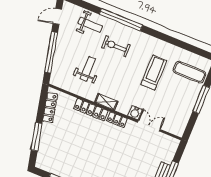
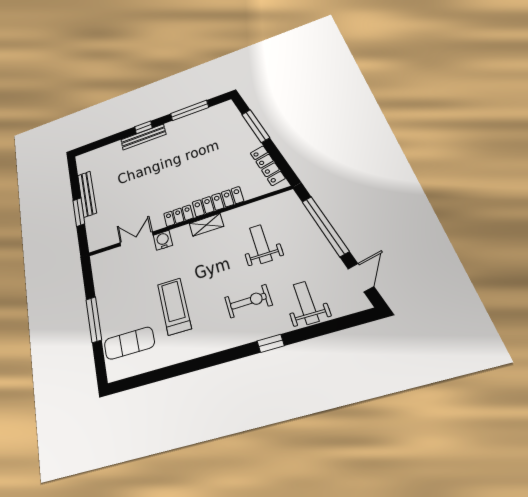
window: (121, 20) -> (271, 343), width x0.32
weight bench: (90, 25) -> (306, 303), turned 90
weight bench: (88, 69) -> (261, 244), turned 180
treadmill: (154, 72) -> (174, 306), turned 180
double door: (149, 126) -> (136, 239), swing flipped

